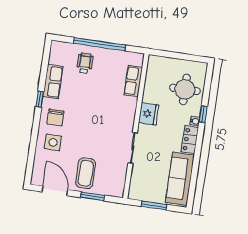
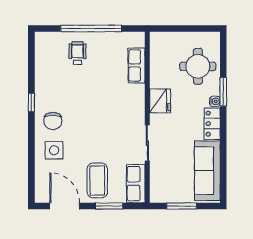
row of seats: (53, 82) -> (136, 184), moved, turned 180
window: (203, 114) -> (223, 92), width x1.50

